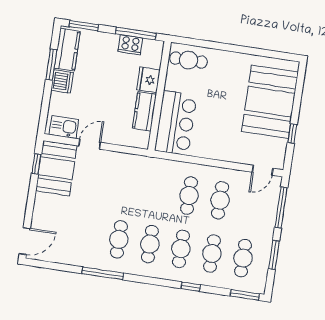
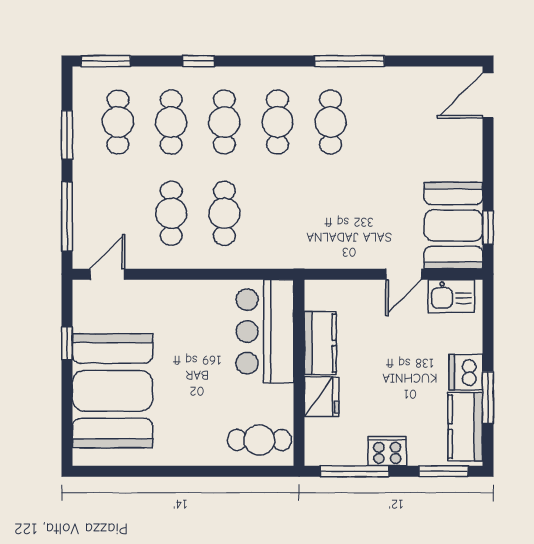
cooker: (130, 45) -> (387, 451), moved

